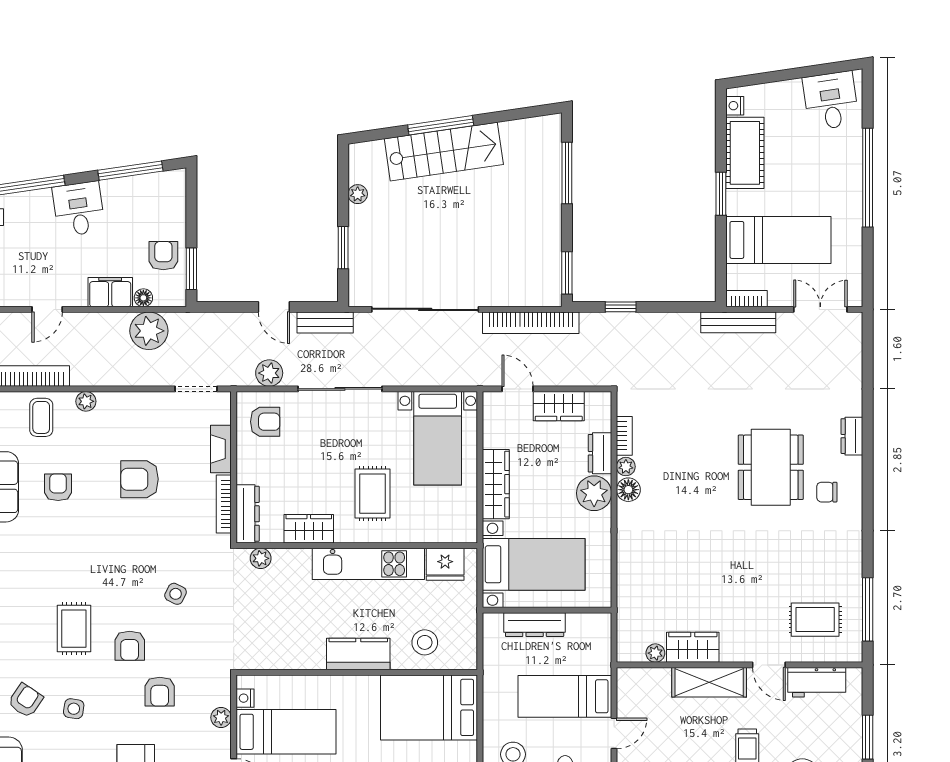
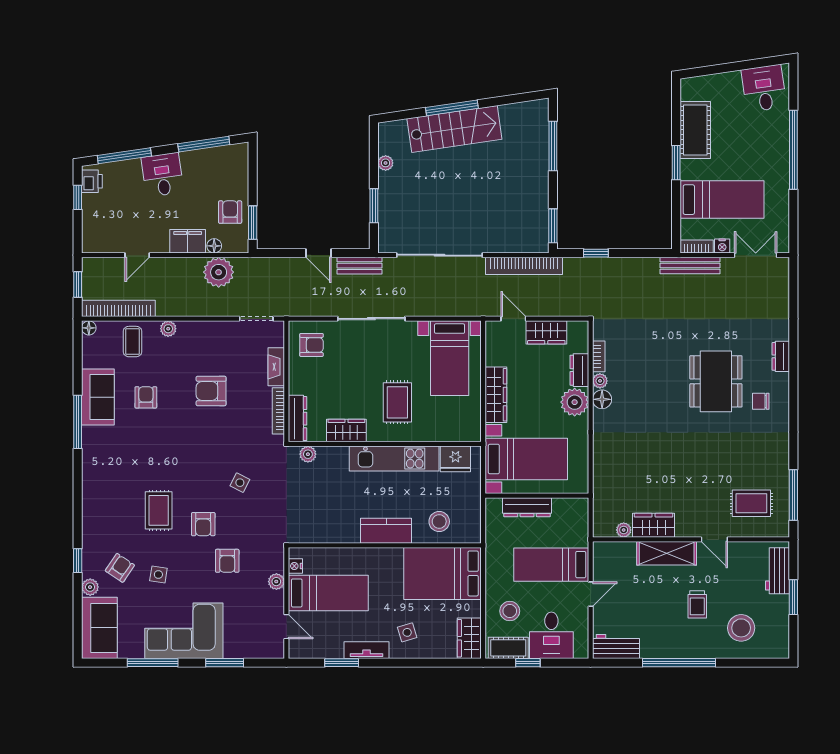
nightstand: (735, 106) -> (722, 246), moved, turned -90
plant: (269, 373) -> (315, 306), removed
workbench: (817, 682) -> (777, 571), moved, turned 90

